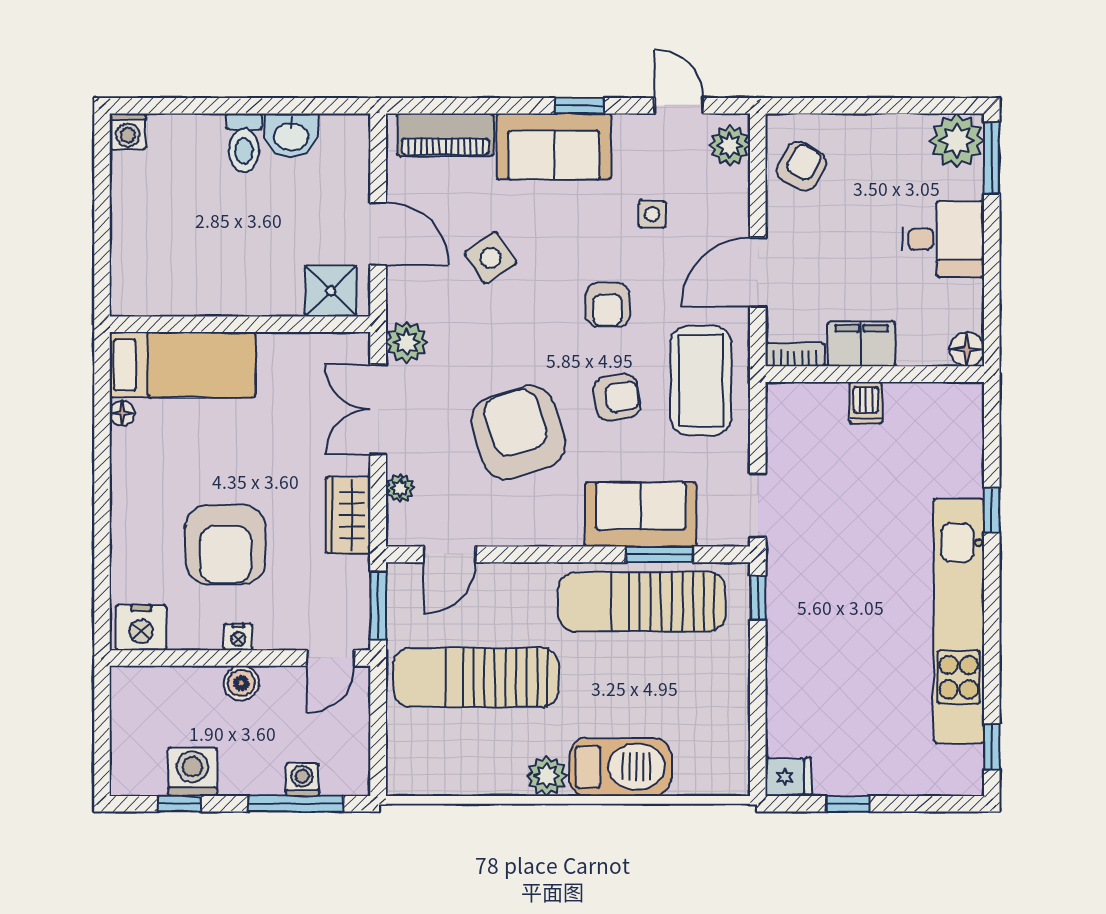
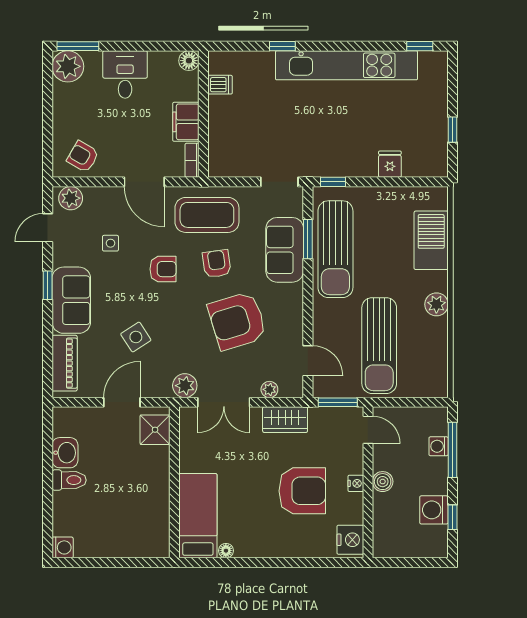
dishwasher: (866, 403) -> (220, 85), moved
barbecue: (620, 767) -> (431, 240), moved
fridge: (788, 777) -> (390, 164), moved

